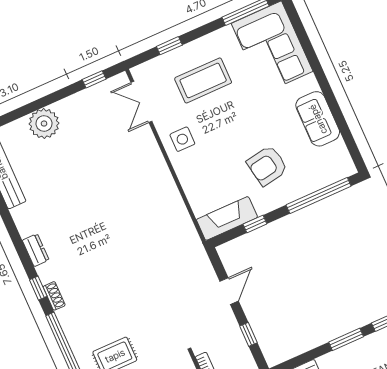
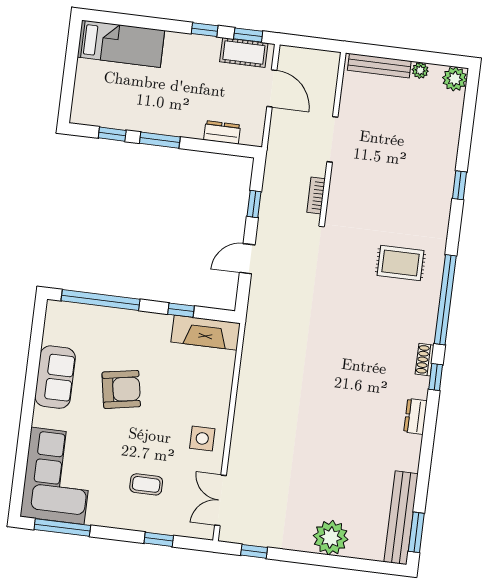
coffee table: (203, 80) -> (146, 484), width x0.54, depth x0.58
double door: (141, 102) -> (221, 500), swing flipped
armchair: (267, 166) -> (121, 389), moved

